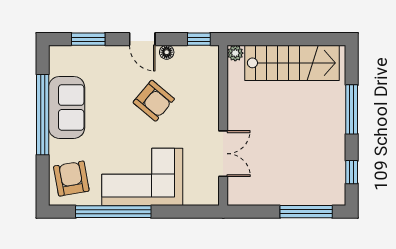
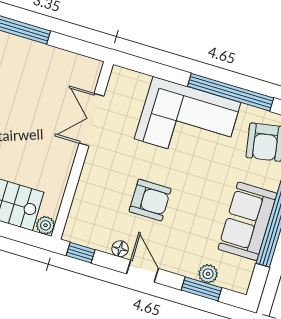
plant: (86, 53) -> (208, 274), added
armchair: (154, 101) -> (150, 200), turned 140

